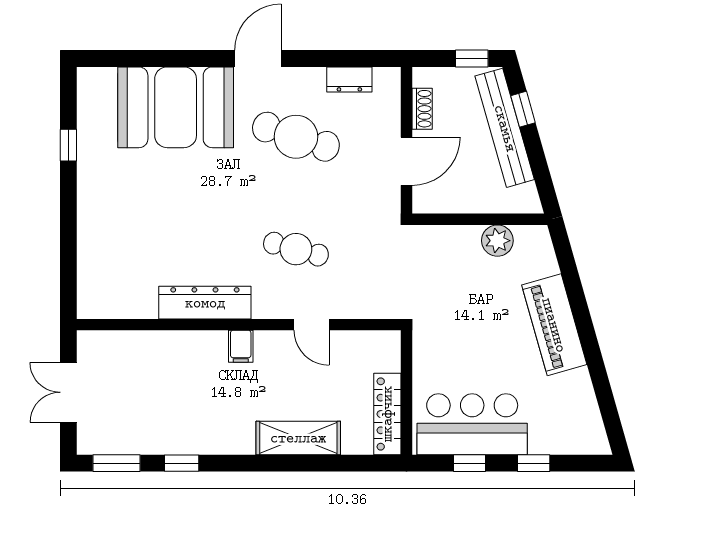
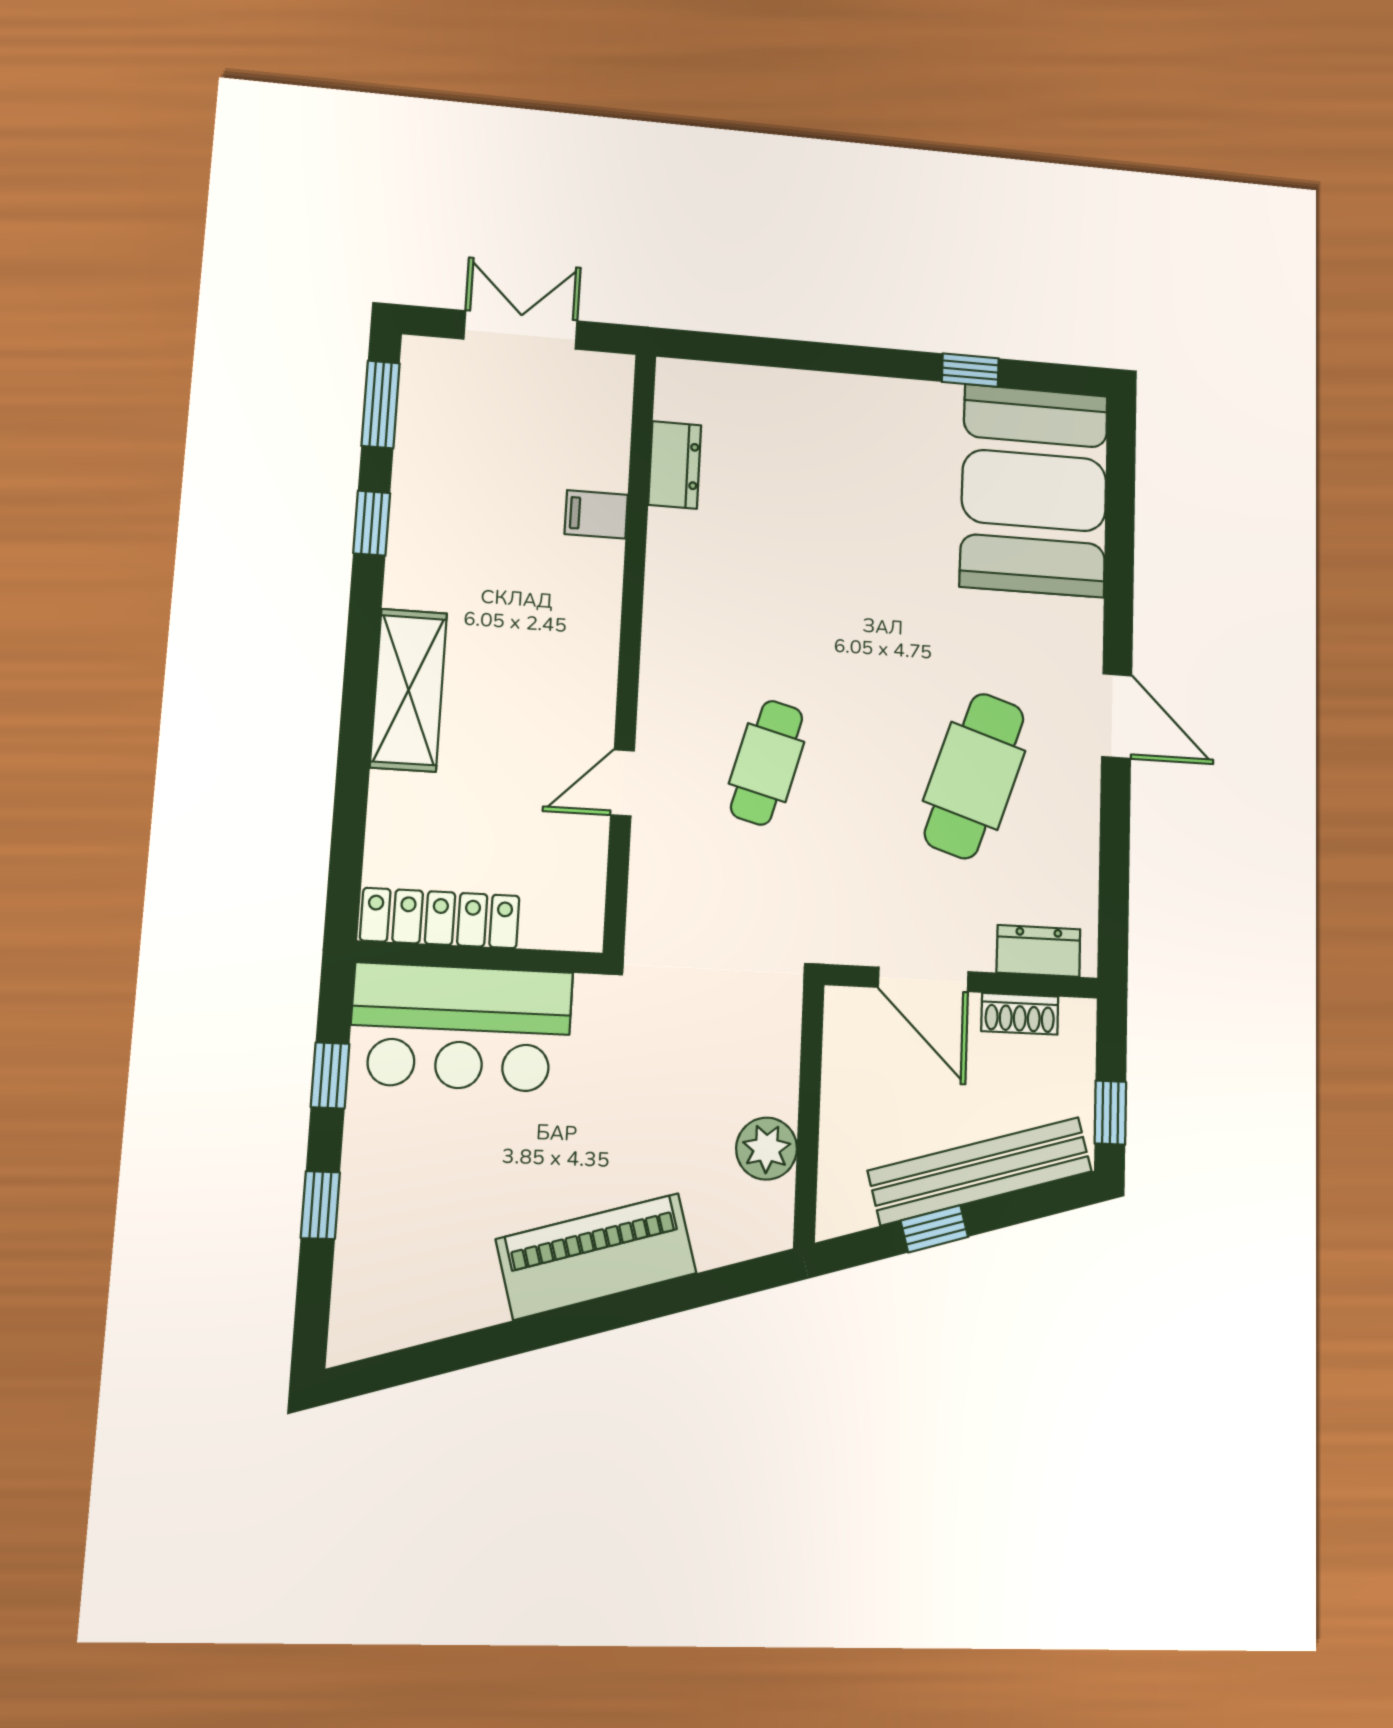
dresser: (349, 79) -> (1038, 951), moved, turned 90
booth: (176, 107) -> (1034, 490), moved
window: (523, 109) -> (934, 1229), moved
dresser: (205, 303) -> (675, 465), moved, width x0.51, depth x0.80
filing cabinet: (241, 346) -> (596, 514), moved
bar counter: (472, 424) -> (461, 1028), moved, turned 90
shelving: (298, 438) -> (409, 690), moved

